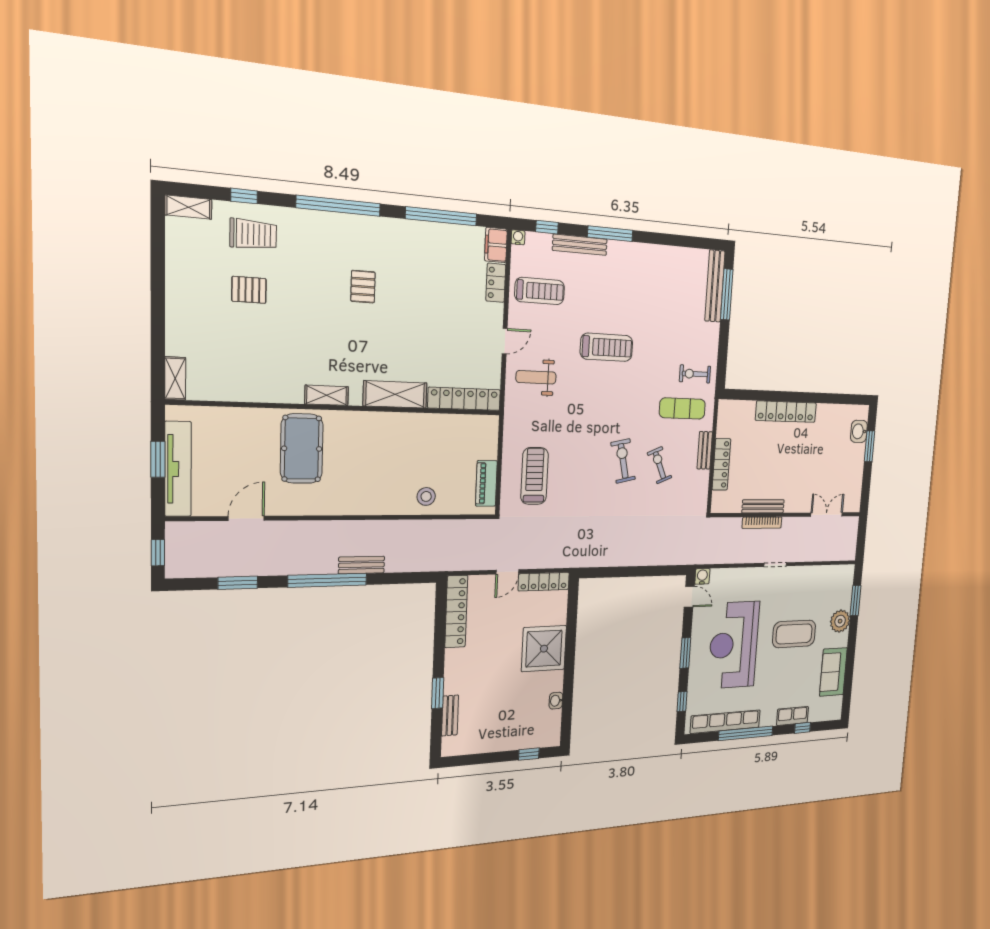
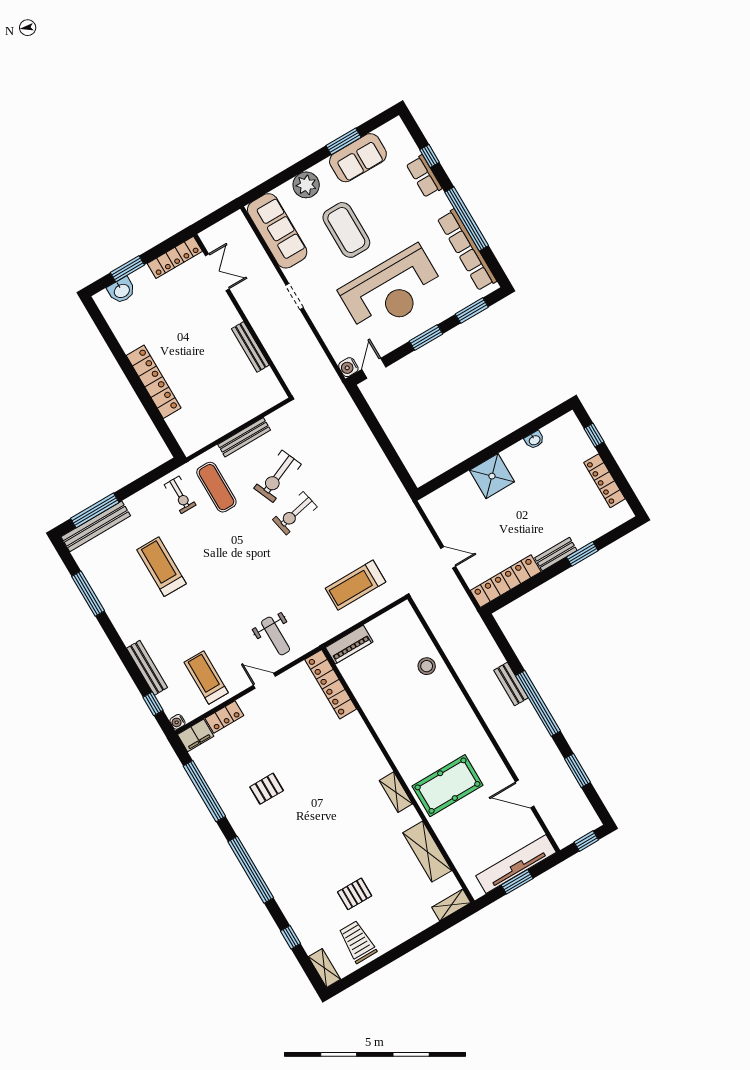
trolley: (253, 234) -> (358, 942), moved
window: (610, 234) -> (88, 594), moved
pallet: (363, 287) -> (267, 789), moved
pallet: (249, 290) -> (355, 894), turned 90
treadmill: (607, 347) -> (162, 567), moved
shelving: (395, 394) -> (427, 852), moved
bench: (705, 450) -> (244, 437), width x1.36
locker: (721, 464) -> (175, 257), moved, turned 180
exercise bike: (659, 465) -> (277, 476), width x1.38, depth x1.39
piano: (486, 483) -> (349, 645), moved
double door: (827, 515) -> (217, 272), swing flipped
bookcase: (762, 523) -> (265, 338), removed
sofa: (825, 579) -> (277, 231), added
locker: (544, 582) -> (604, 481), moved, turned 180
window: (856, 601) -> (344, 141), moved
shower: (544, 649) -> (492, 476), width x0.73, depth x0.73
window: (682, 702) -> (472, 311), width x1.50
bench: (450, 716) -> (556, 554), moved

